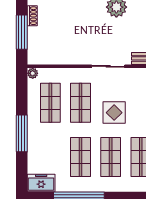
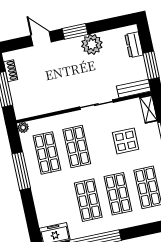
display table: (114, 113) -> (126, 141), moved
window: (22, 133) -> (21, 171), moved

